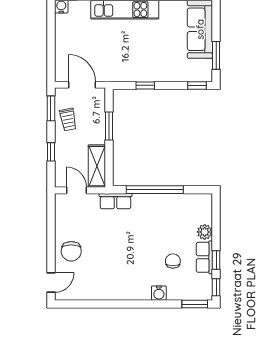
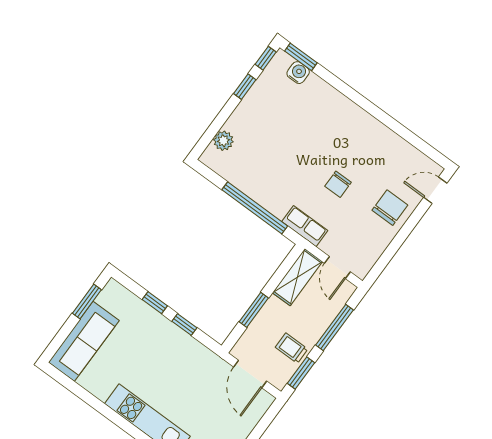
window: (197, 85) -> (155, 303), moved
trolley: (68, 120) -> (292, 348), turned -79
window: (51, 152) -> (334, 327), width x2.17
plant: (205, 232) -> (223, 141), moved
row of seats: (204, 257) -> (255, 99), removed
chair: (173, 261) -> (338, 184), moved
water cooler: (159, 293) -> (298, 73), moved

